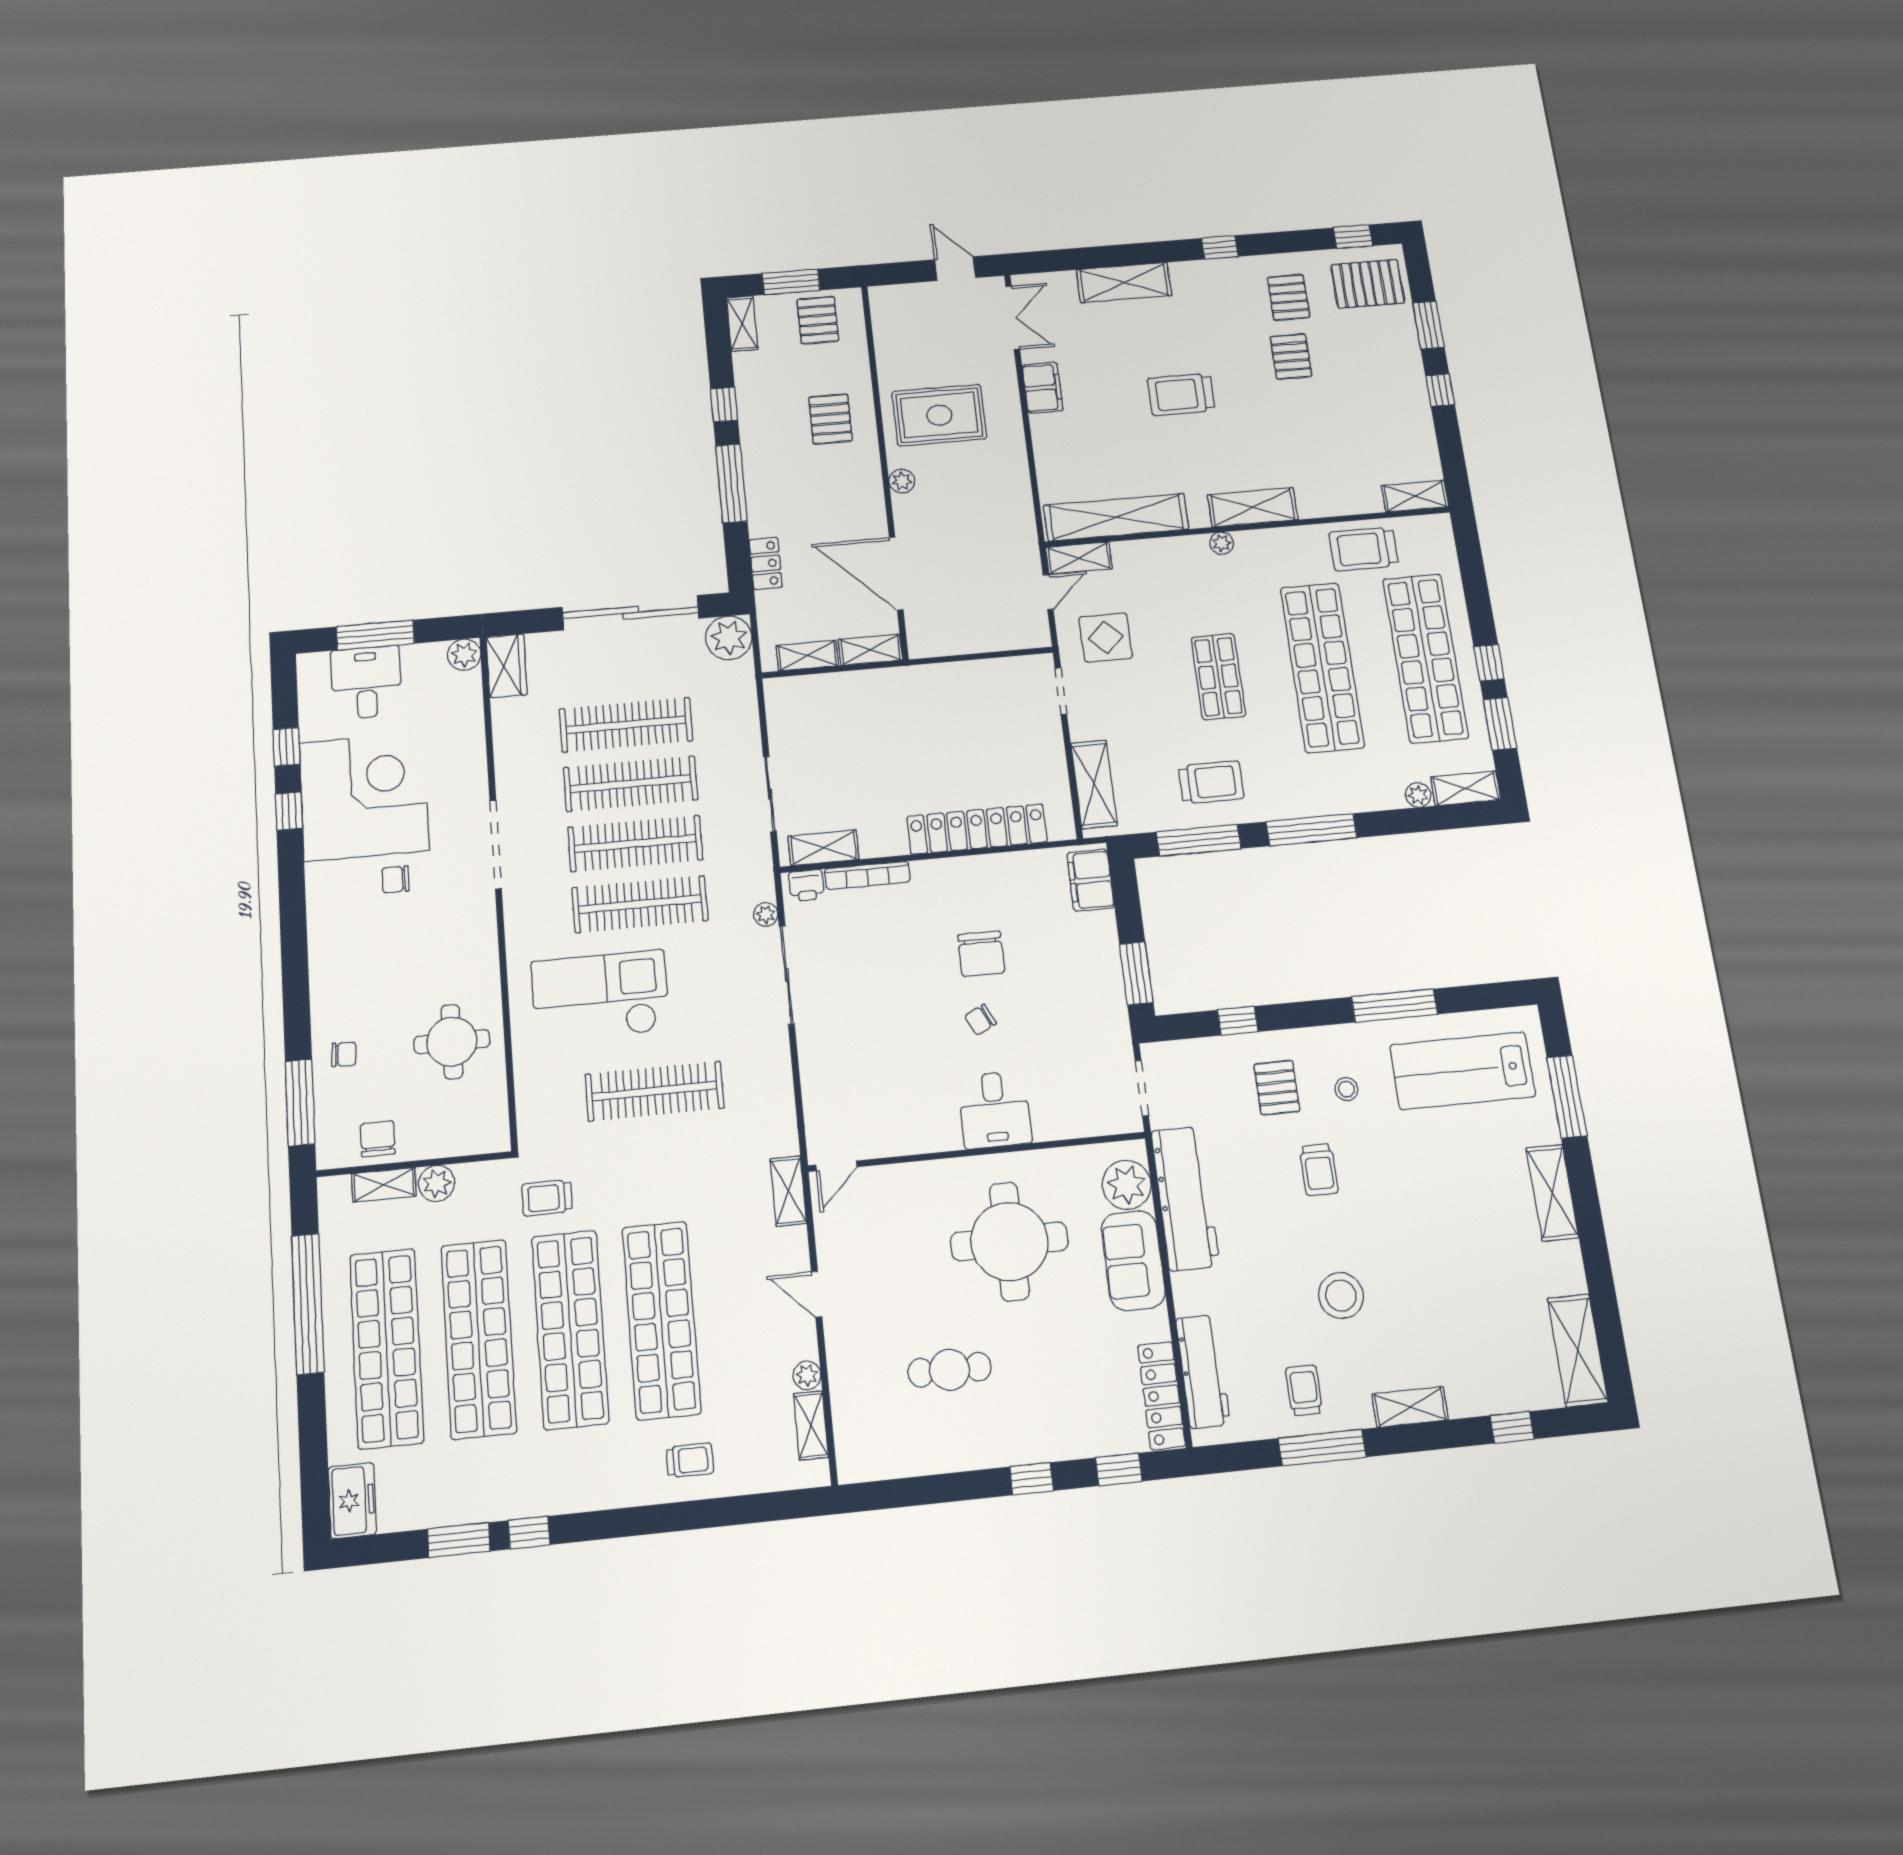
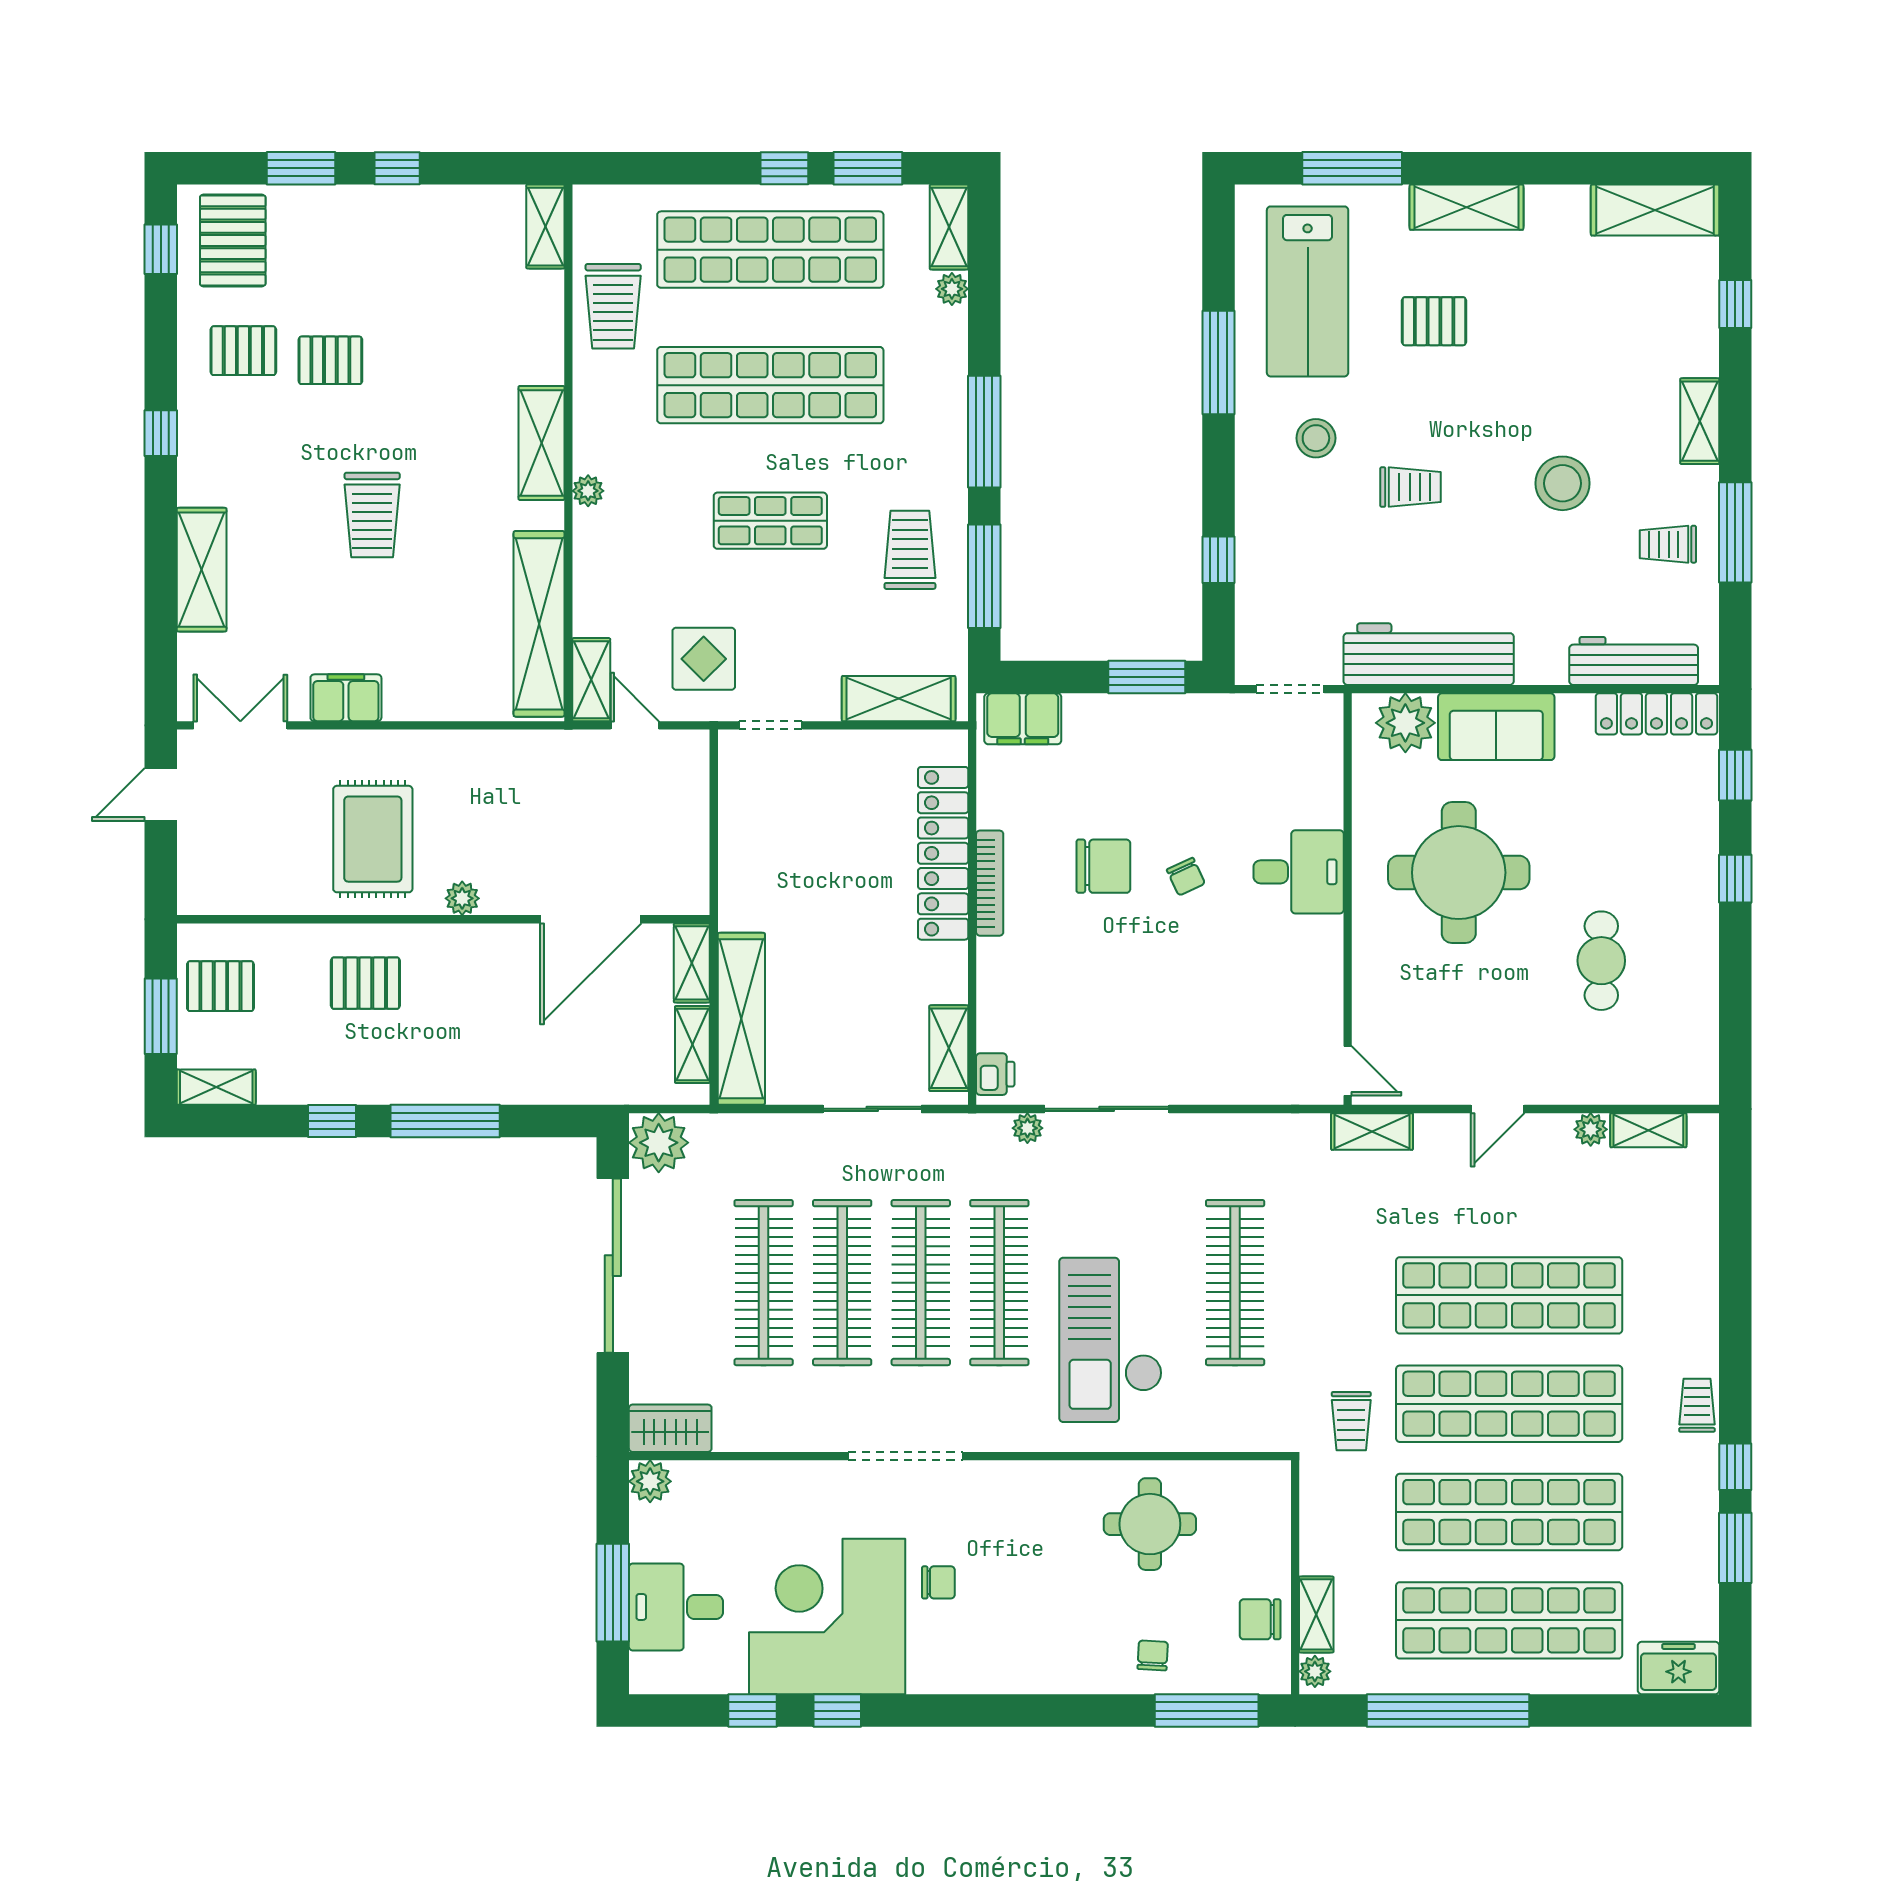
locker: (766, 563) -> (561, 1086), removed
shelving: (831, 690) -> (741, 1019), added
bookcase: (867, 875) -> (990, 883), moved
chair: (396, 879) -> (938, 1582), turned -90
pallet: (1277, 1088) -> (1434, 321), moved
stool: (1346, 1089) -> (1316, 438), width x1.37, depth x1.37
plant: (437, 1183) -> (1315, 1671), moved, width x0.73, depth x0.73
trolley: (690, 1460) -> (1697, 1405), moved

